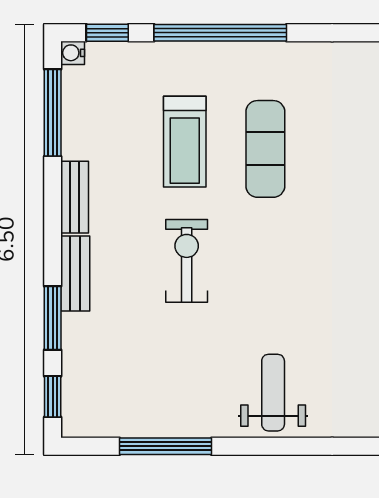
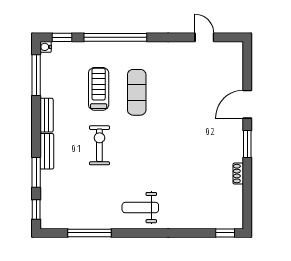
treadmill: (185, 142) -> (99, 89), turned 180
weight bench: (273, 393) -> (140, 208), turned -90

